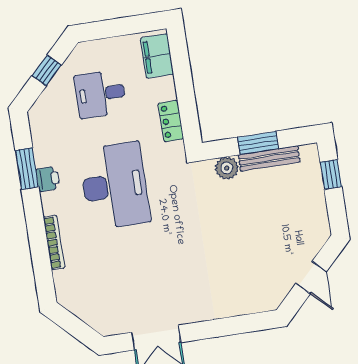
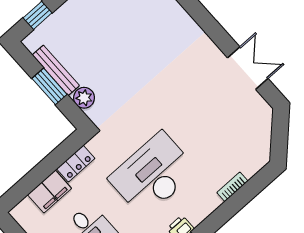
filing cabinet: (157, 56) -> (50, 192), moved
bookcase: (54, 242) -> (232, 187), width x0.64

